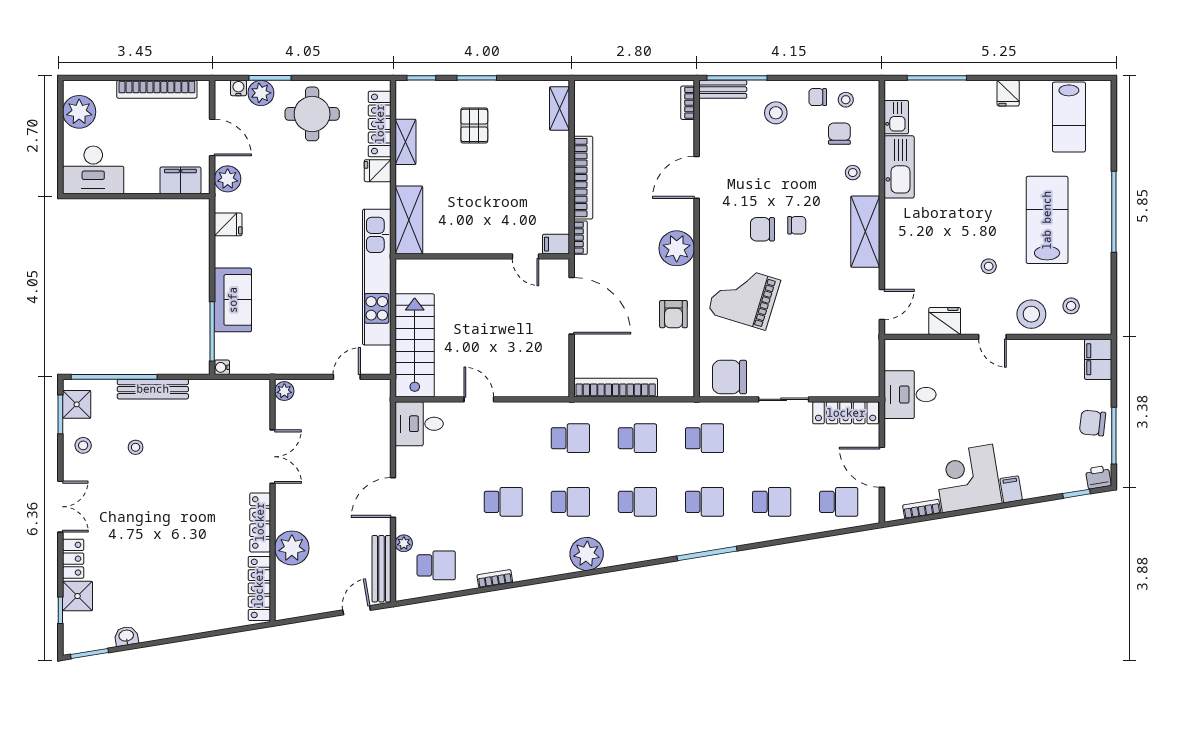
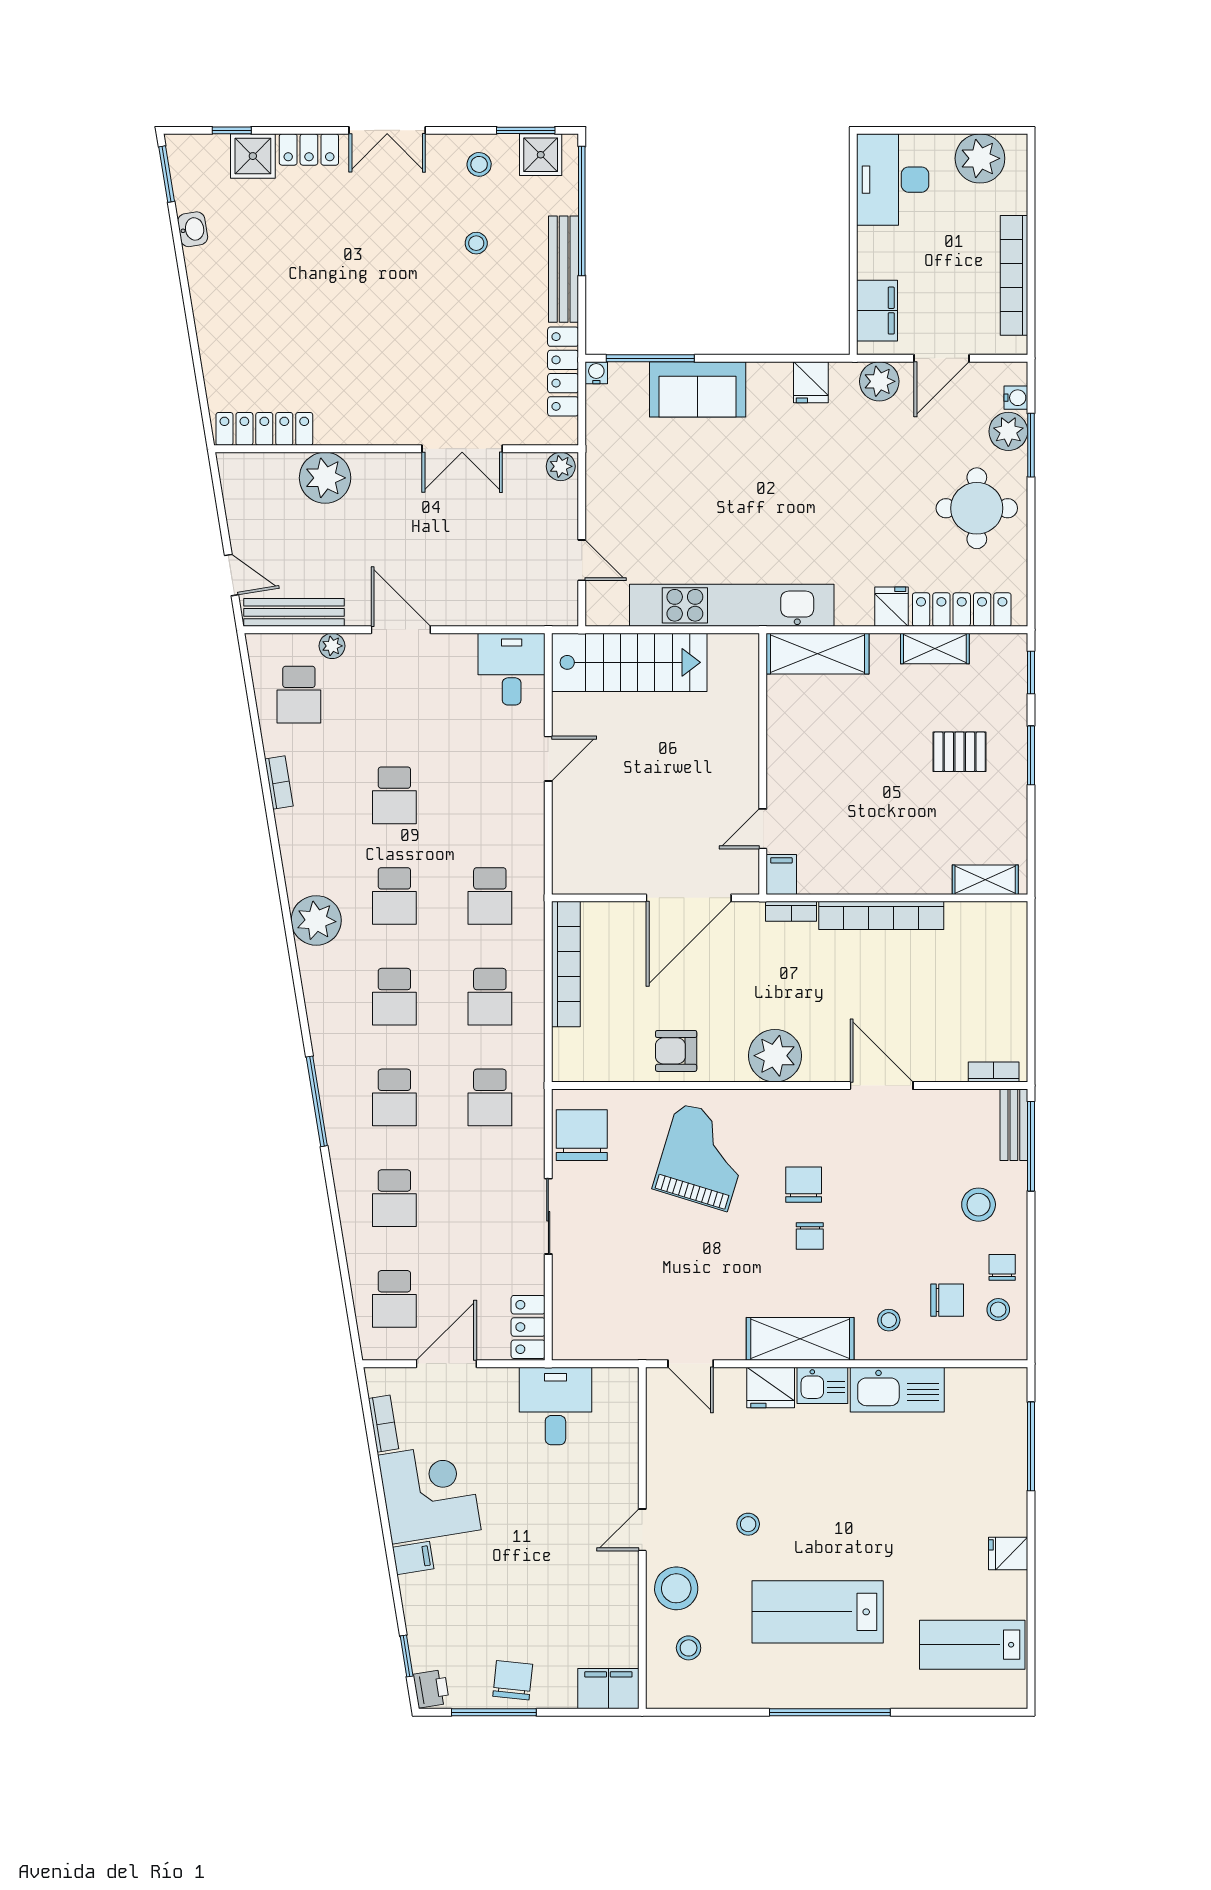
kitchen sink: (896, 117) -> (822, 1385), moved
lab bench: (1047, 220) -> (818, 1612), turned 180
fridge: (945, 321) -> (771, 1388), moved, turned 90
locker: (846, 413) -> (528, 1327), width x0.66
locker: (260, 522) -> (563, 372), moved, turned -90

